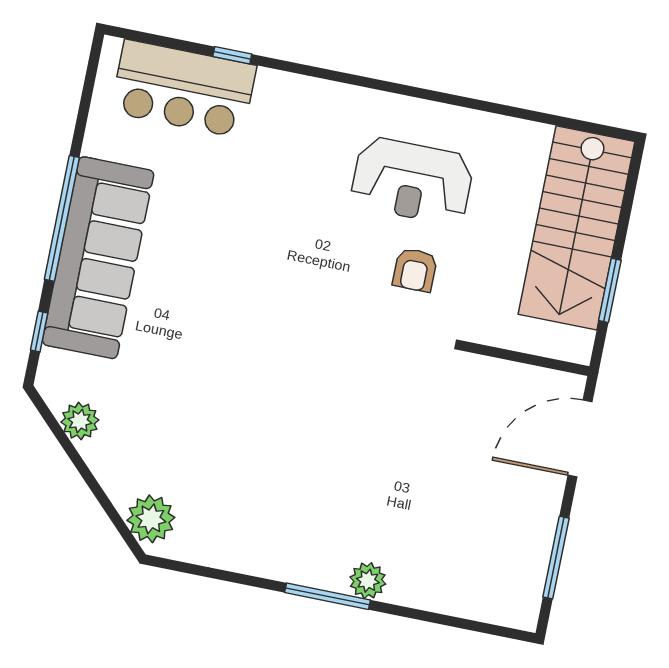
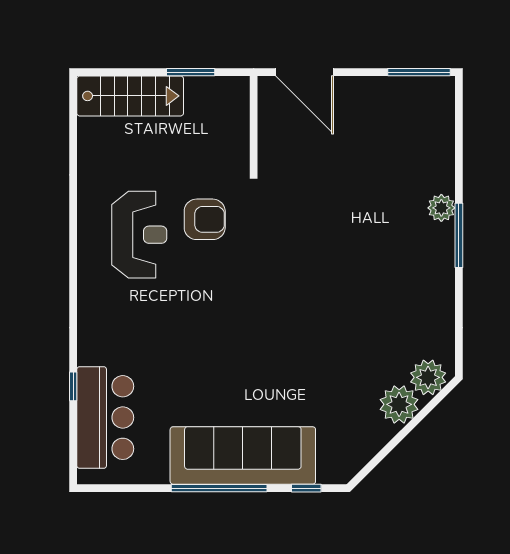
stairs: (577, 228) -> (130, 96), width x0.73, depth x0.66
armchair: (415, 270) -> (205, 219), width x1.38, depth x1.38
plant: (80, 421) -> (399, 404), moved, width x1.36, depth x1.36
window: (556, 558) -> (419, 72), moved

